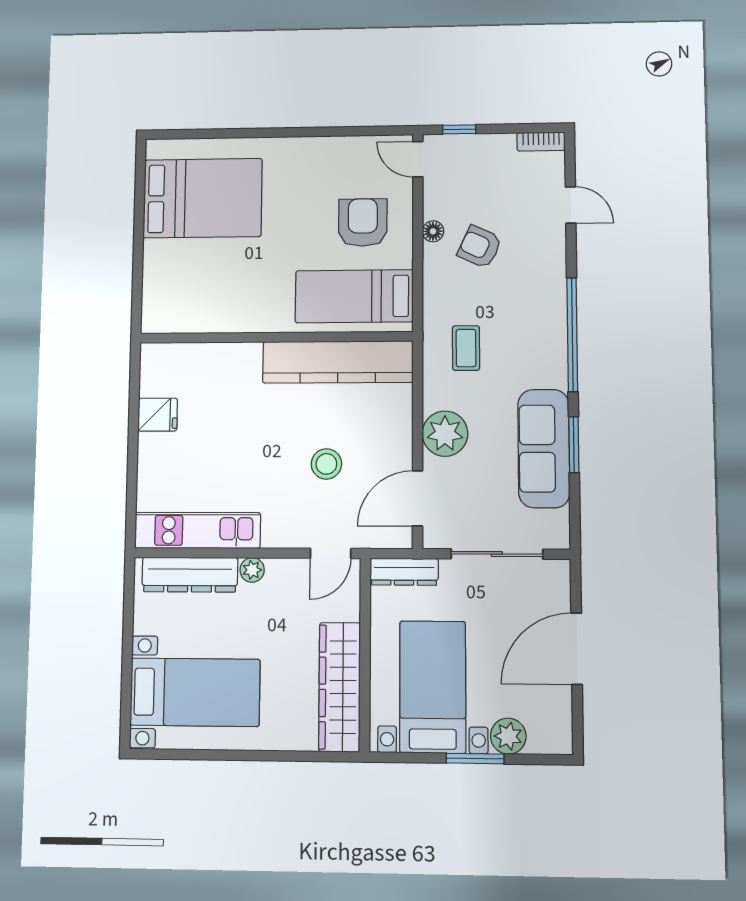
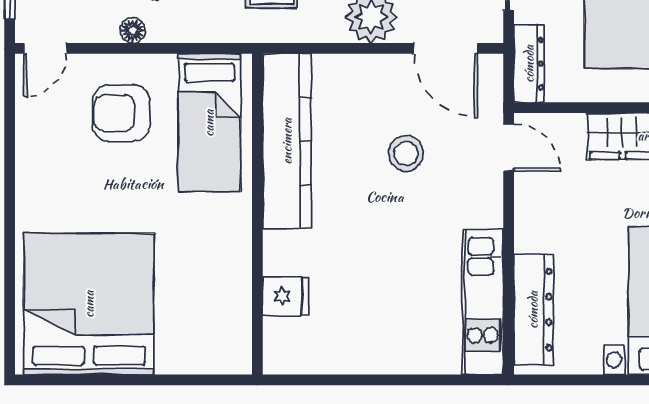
bed: (203, 198) -> (89, 304), width x1.36
fridge: (158, 415) -> (286, 296), moved, turned 90
plant: (252, 570) -> (528, 238), removed

